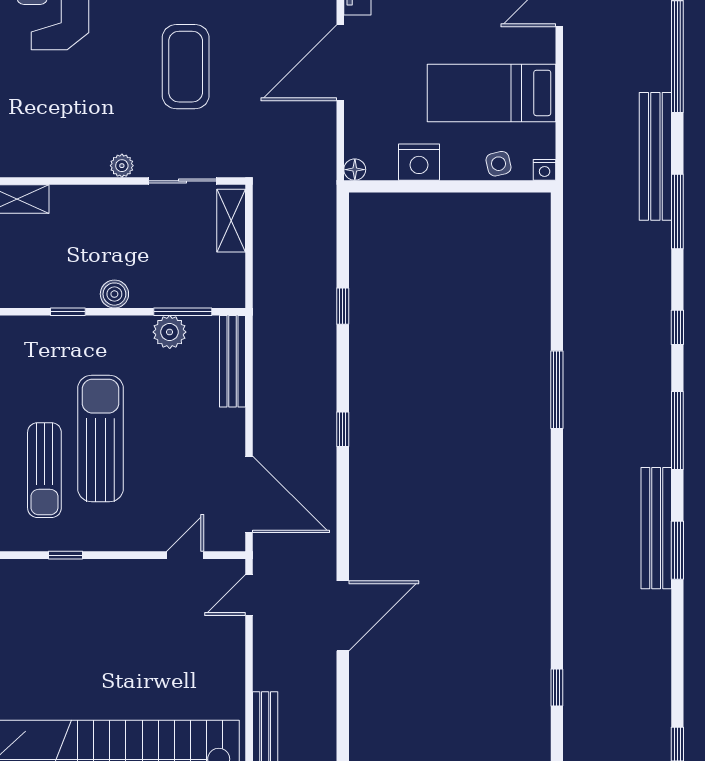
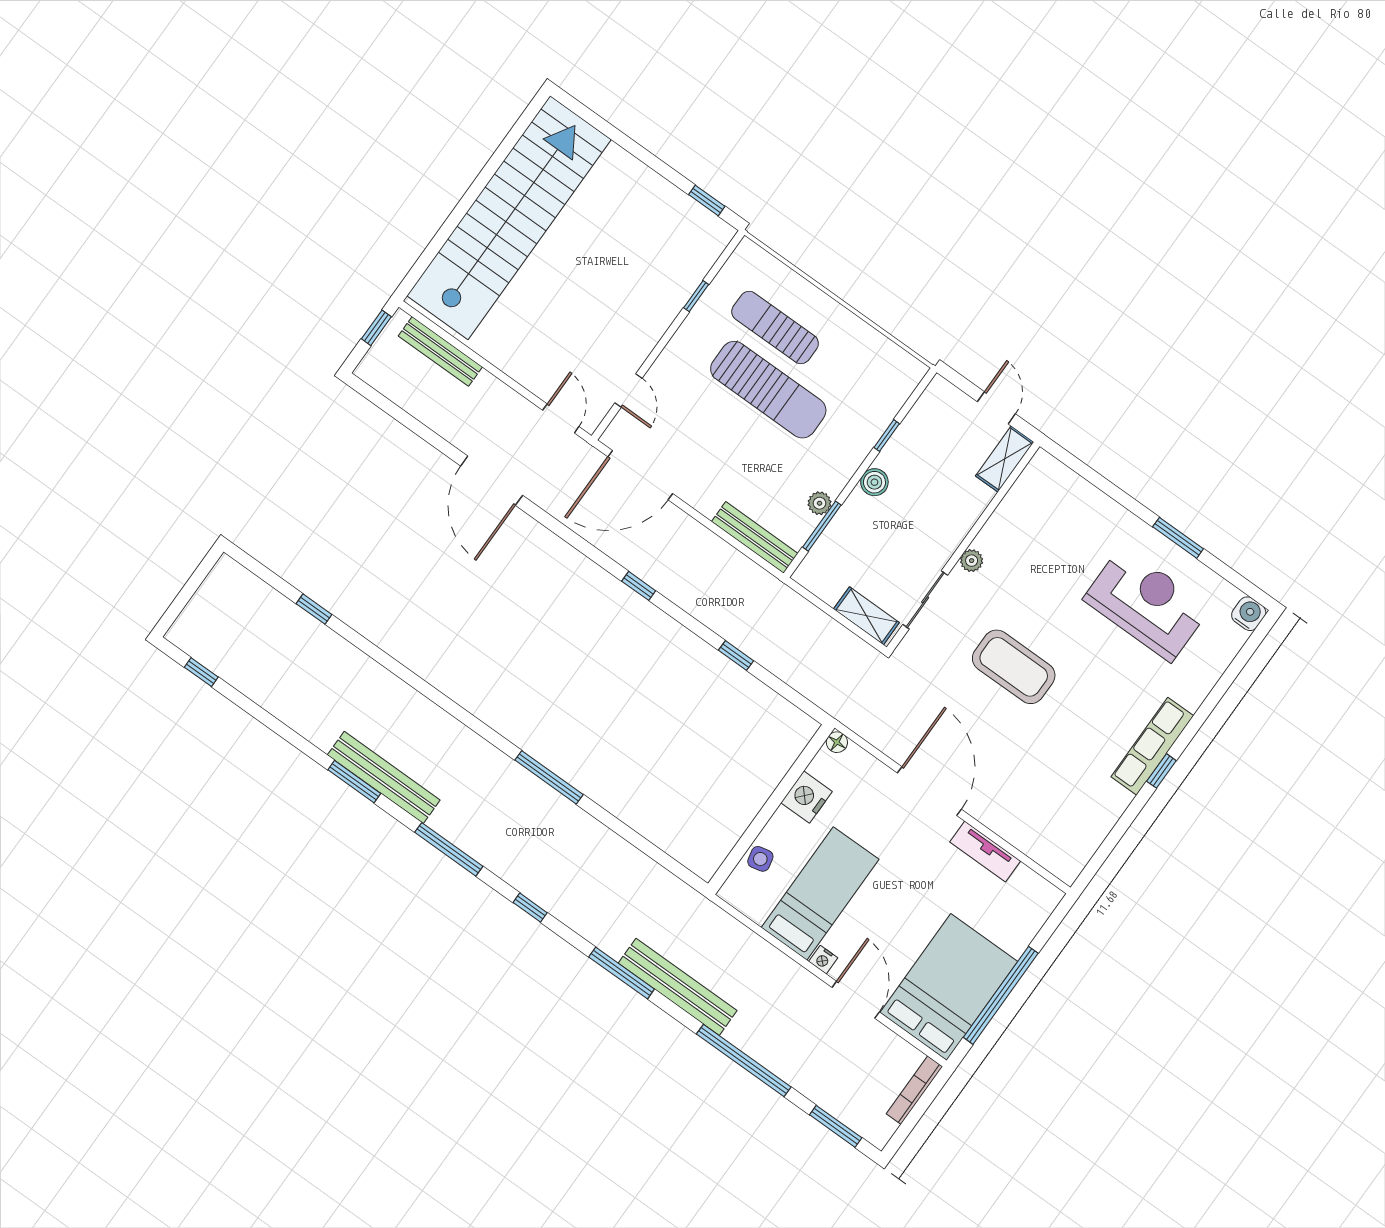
nightstand: (545, 170) -> (823, 960), moved, turned -90
plant: (170, 332) -> (820, 503), width x0.73, depth x0.73

